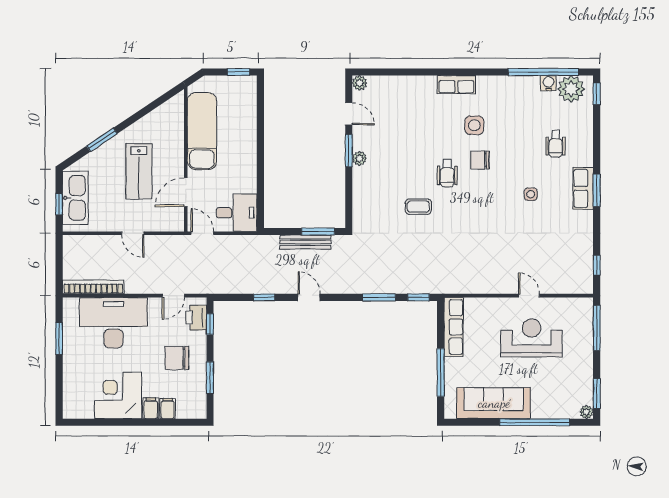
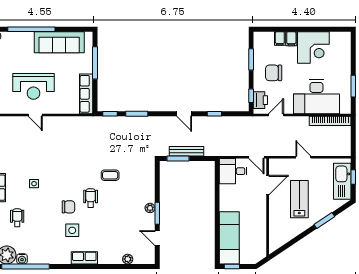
plant: (360, 83) -> (128, 259), moved
exam couch: (202, 131) -> (229, 238), moved, turned 180
chair: (177, 358) -> (274, 73), turned 180

